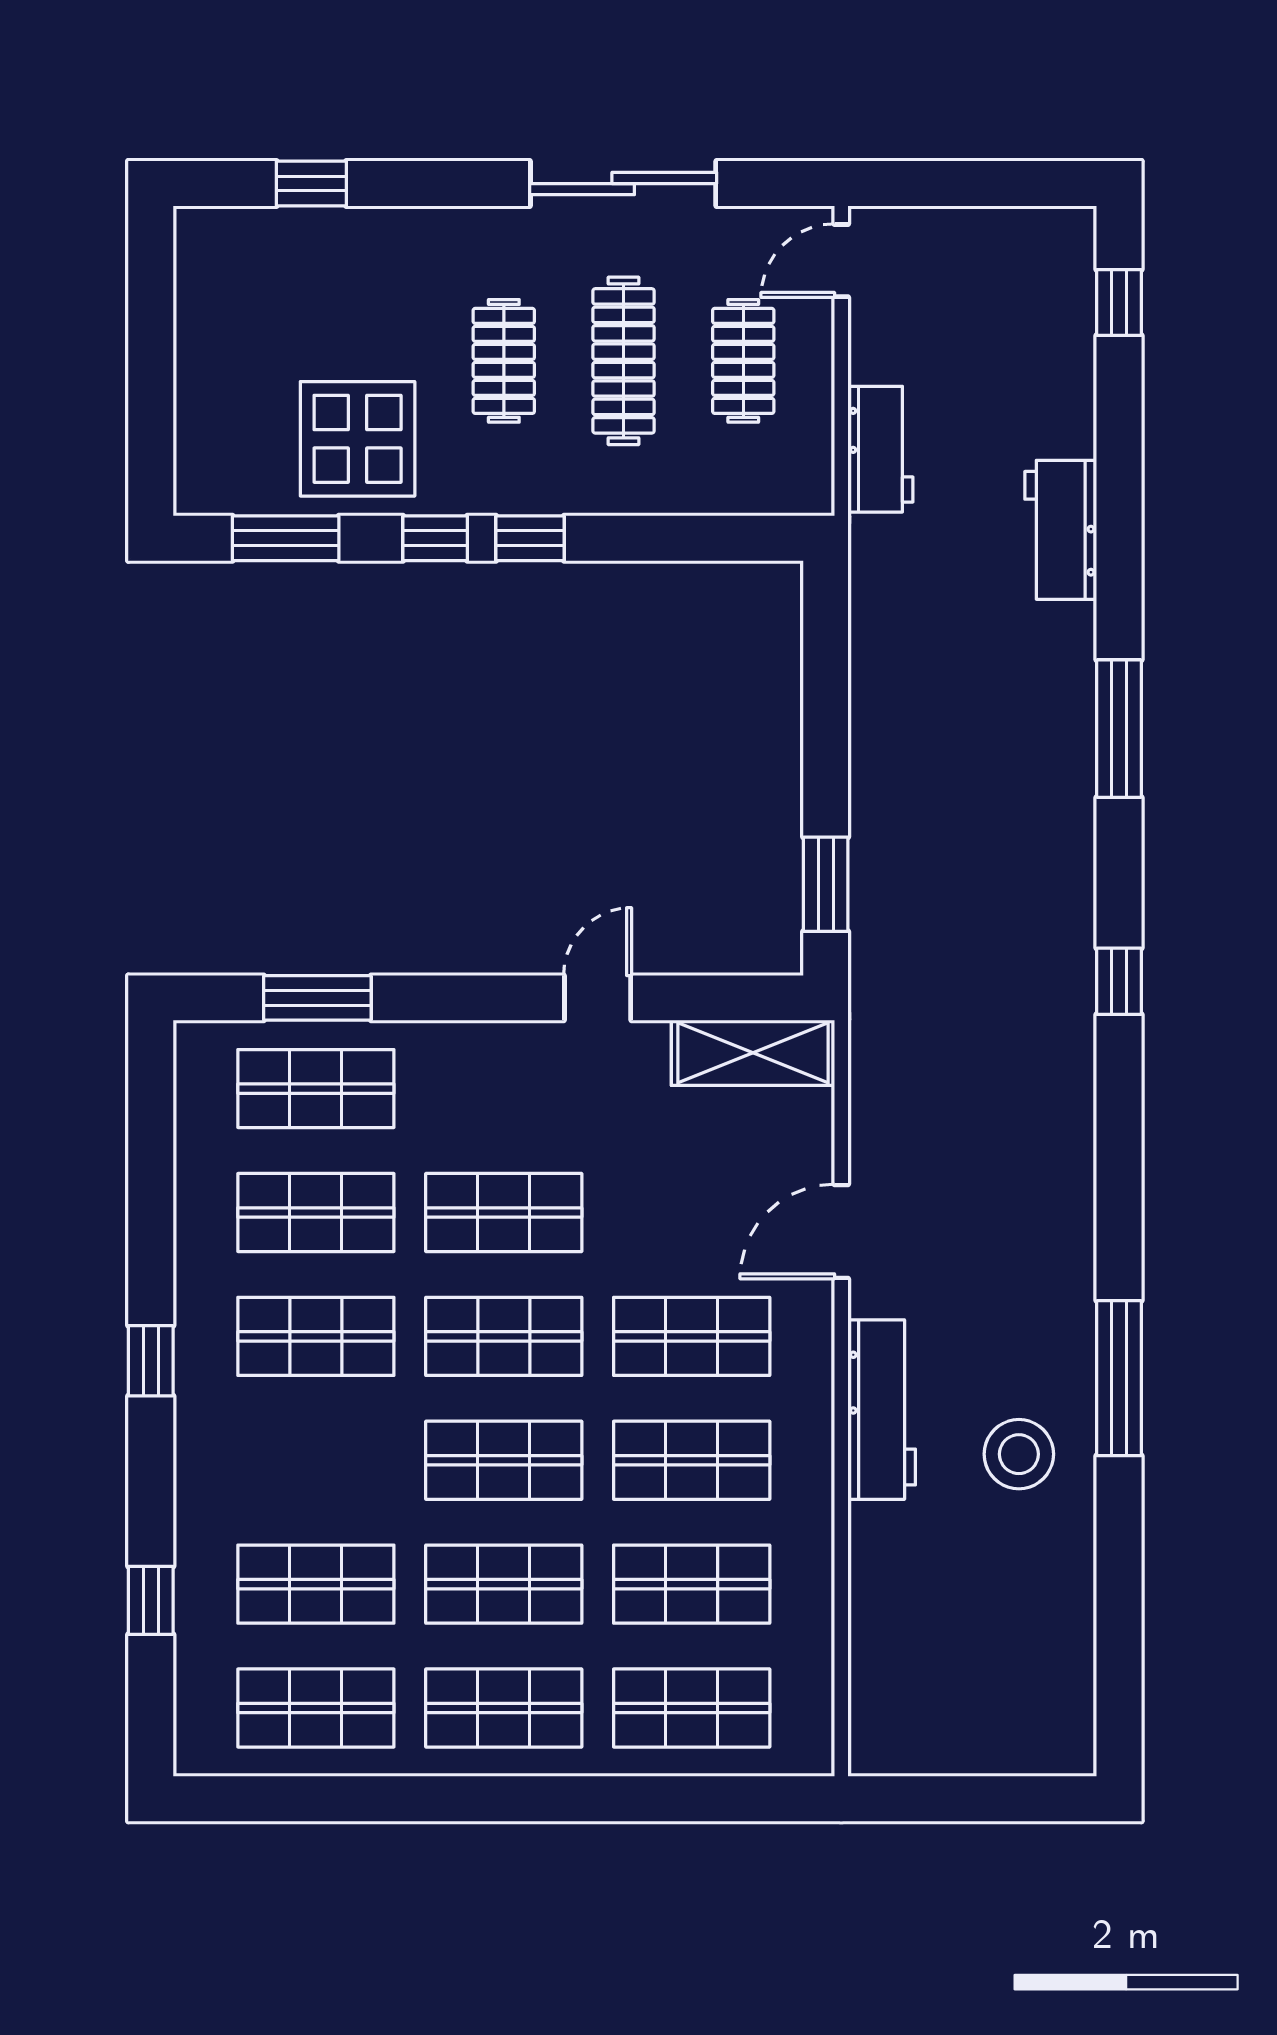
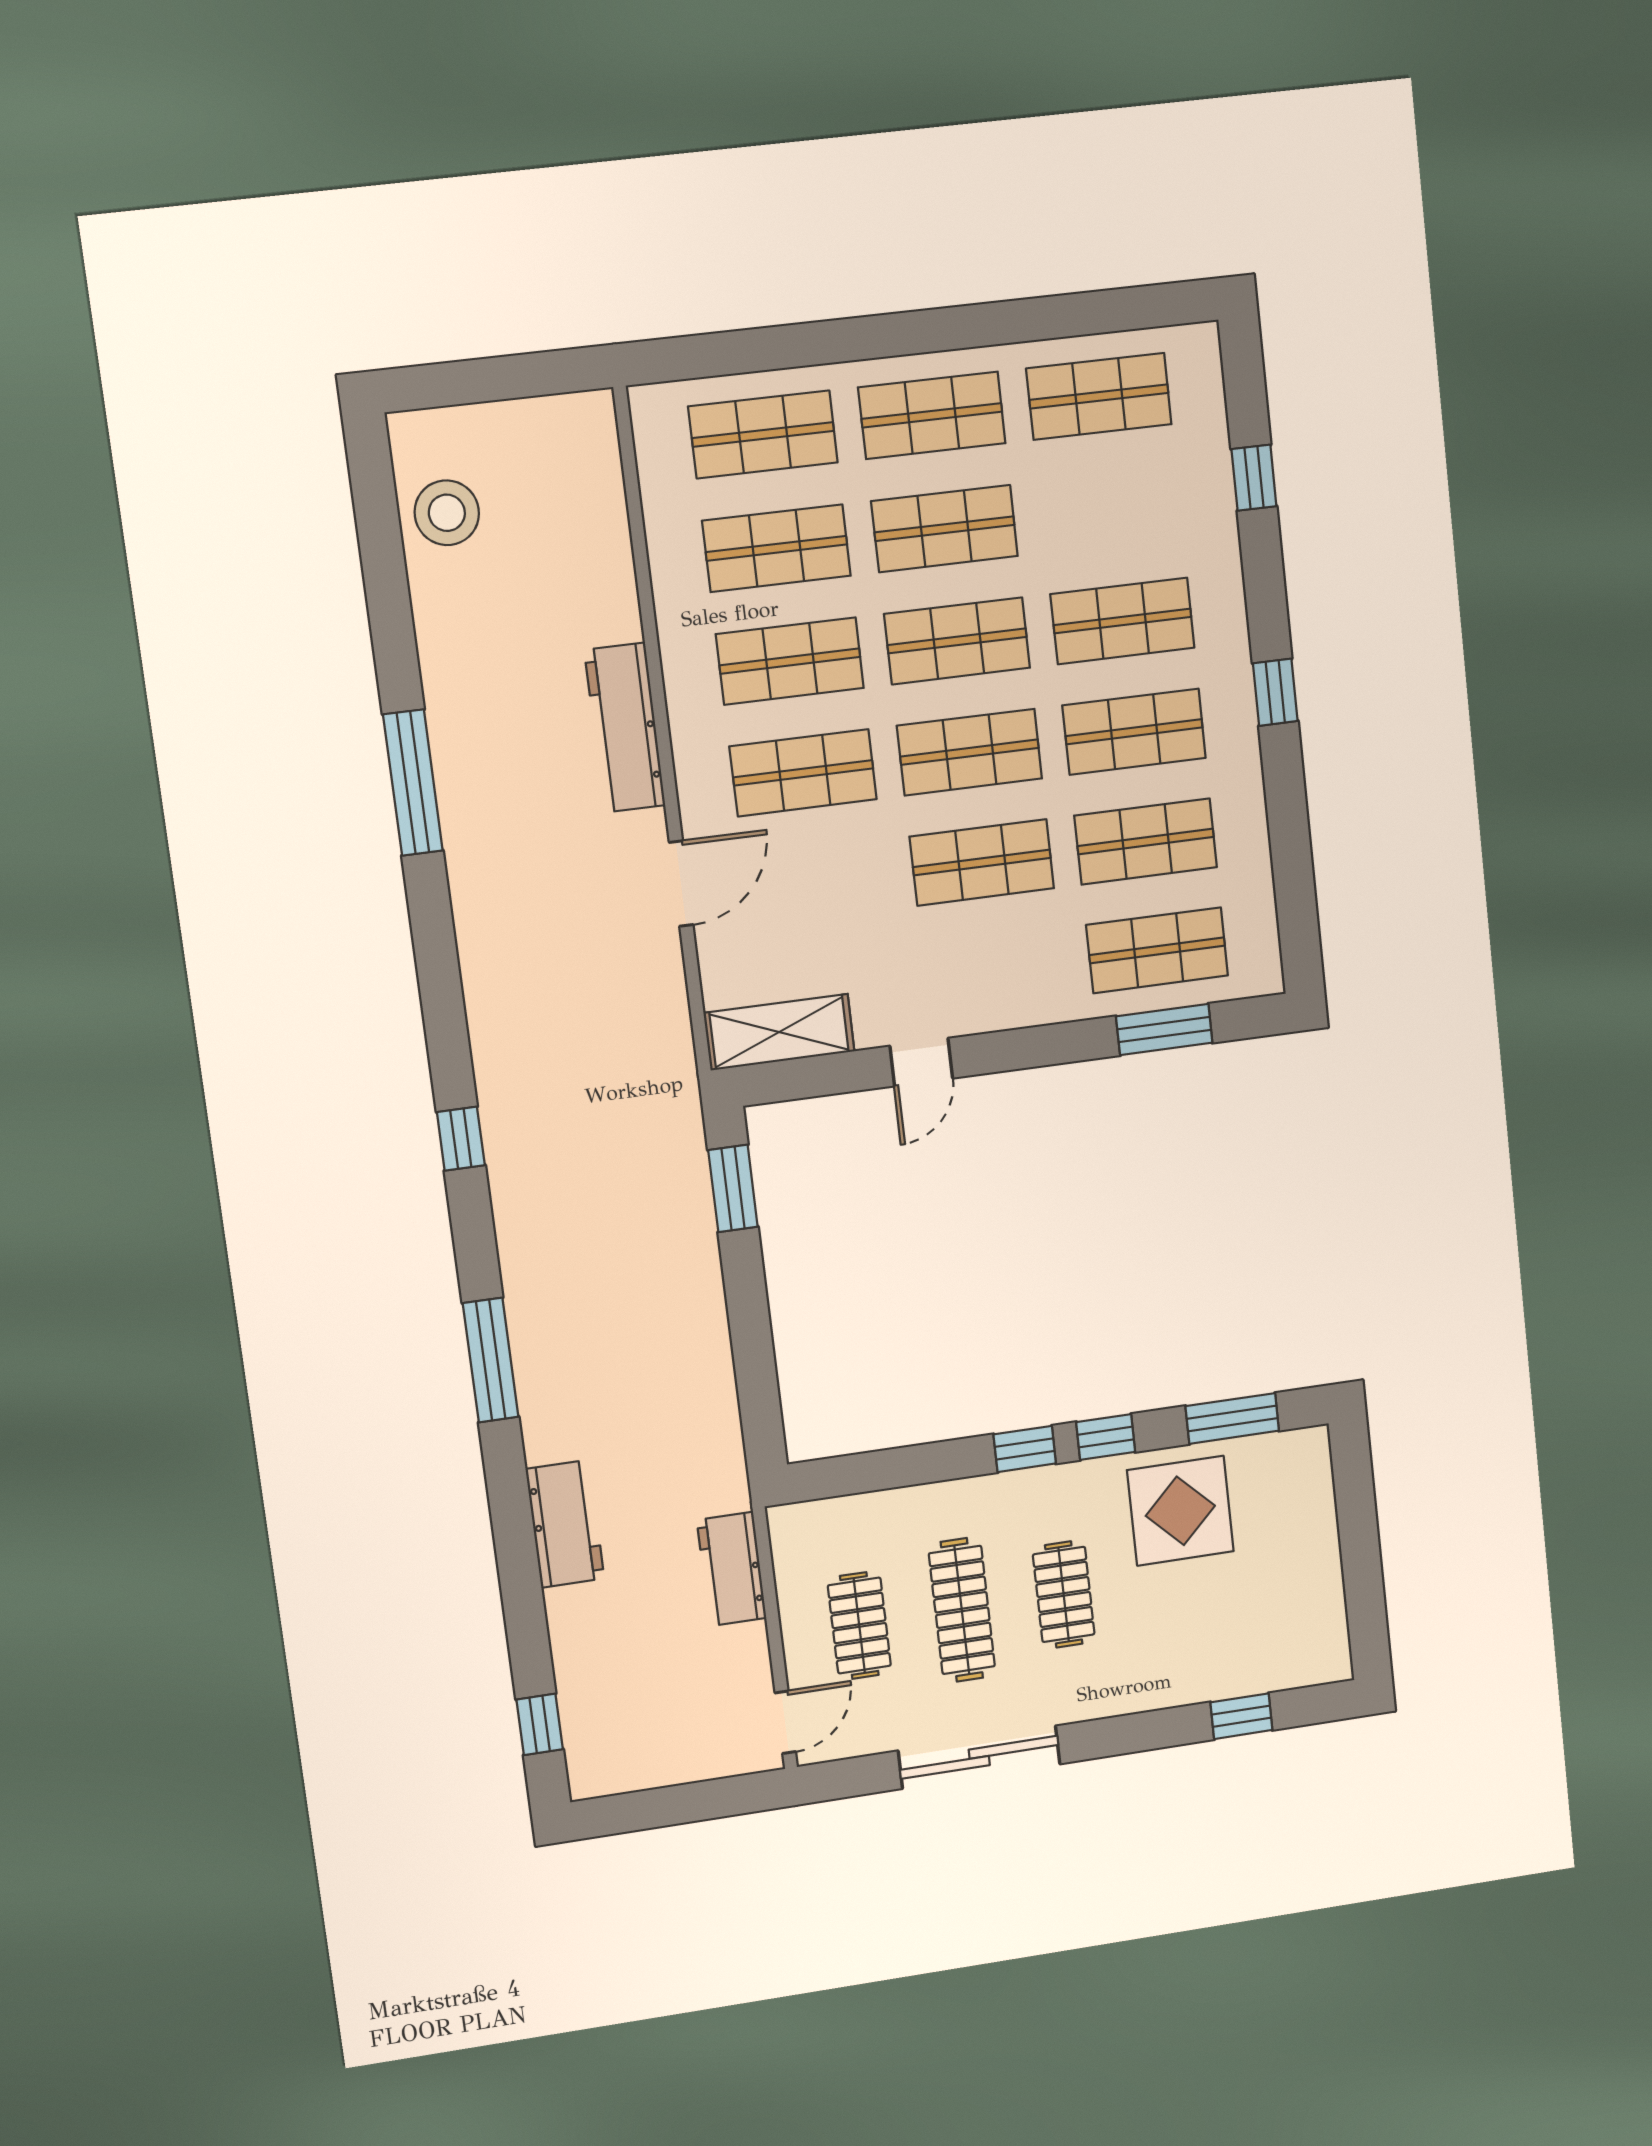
stool: (1019, 1454) -> (447, 513), moved
shop shelf: (316, 1584) -> (1123, 621), moved

